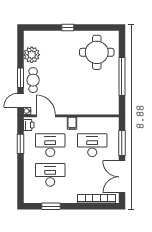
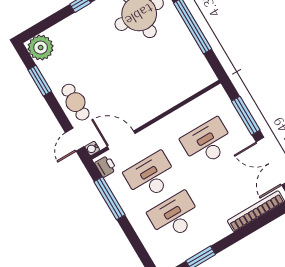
plant: (32, 55) -> (41, 48), moved
window: (20, 78) -> (40, 81), moved
filing cabinet: (72, 123) -> (163, 129), removed
window: (20, 144) -> (110, 198), width x1.44

